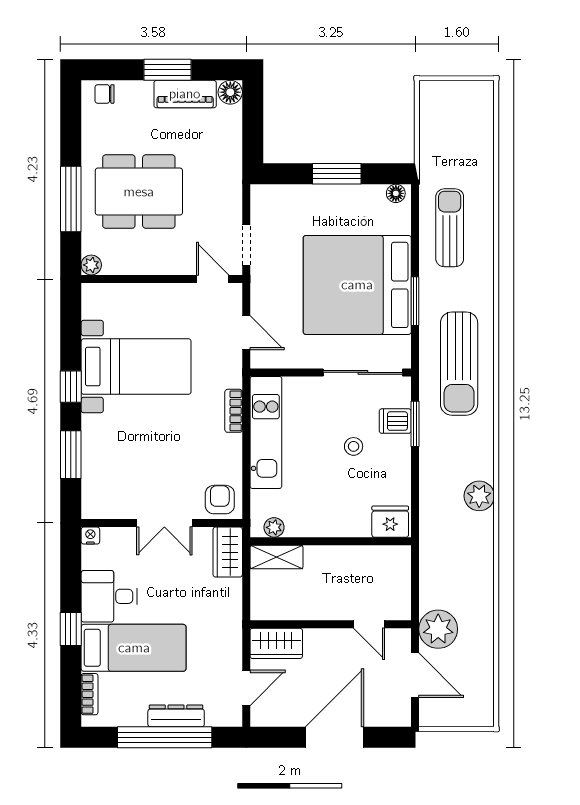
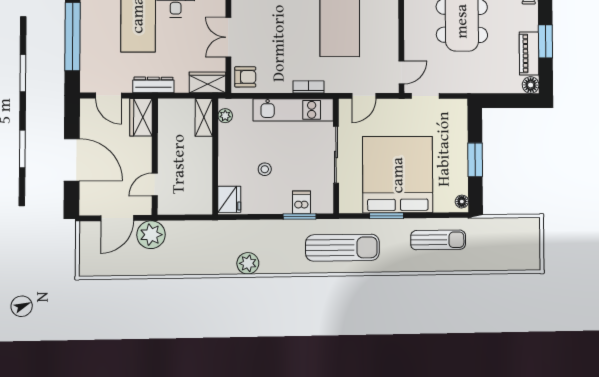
sun lounger: (459, 364) -> (343, 248), turned 180
sliding door: (363, 372) -> (336, 155), moved
stool: (354, 446) -> (265, 169), moved
dresser: (176, 716) -> (153, 85), moved, turned -90

